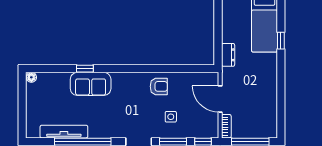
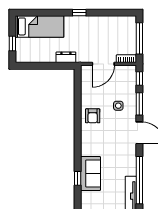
window: (281, 41) -> (79, 13), moved
armchair: (159, 86) -> (93, 116), turned 180

